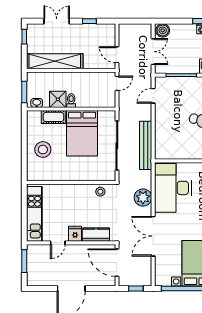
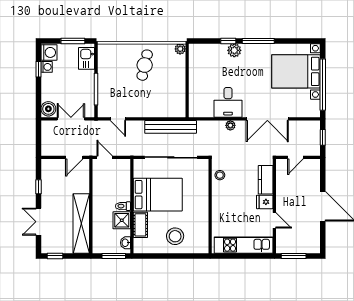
desk: (173, 188) -> (228, 102), width x0.53, depth x0.77
plant: (143, 198) -> (230, 125), width x0.53, depth x0.53
door: (117, 263) -> (295, 157), width x0.53

